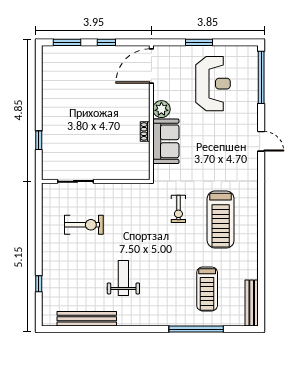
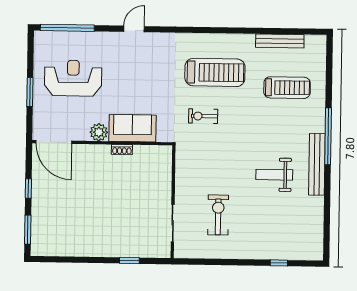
exercise bike: (178, 209) -> (203, 116), turned 180
bench: (252, 303) -> (280, 41), moved
bench: (87, 319) -> (317, 164), moved
window: (196, 329) -> (328, 136), moved

